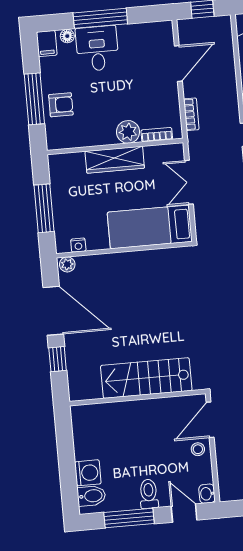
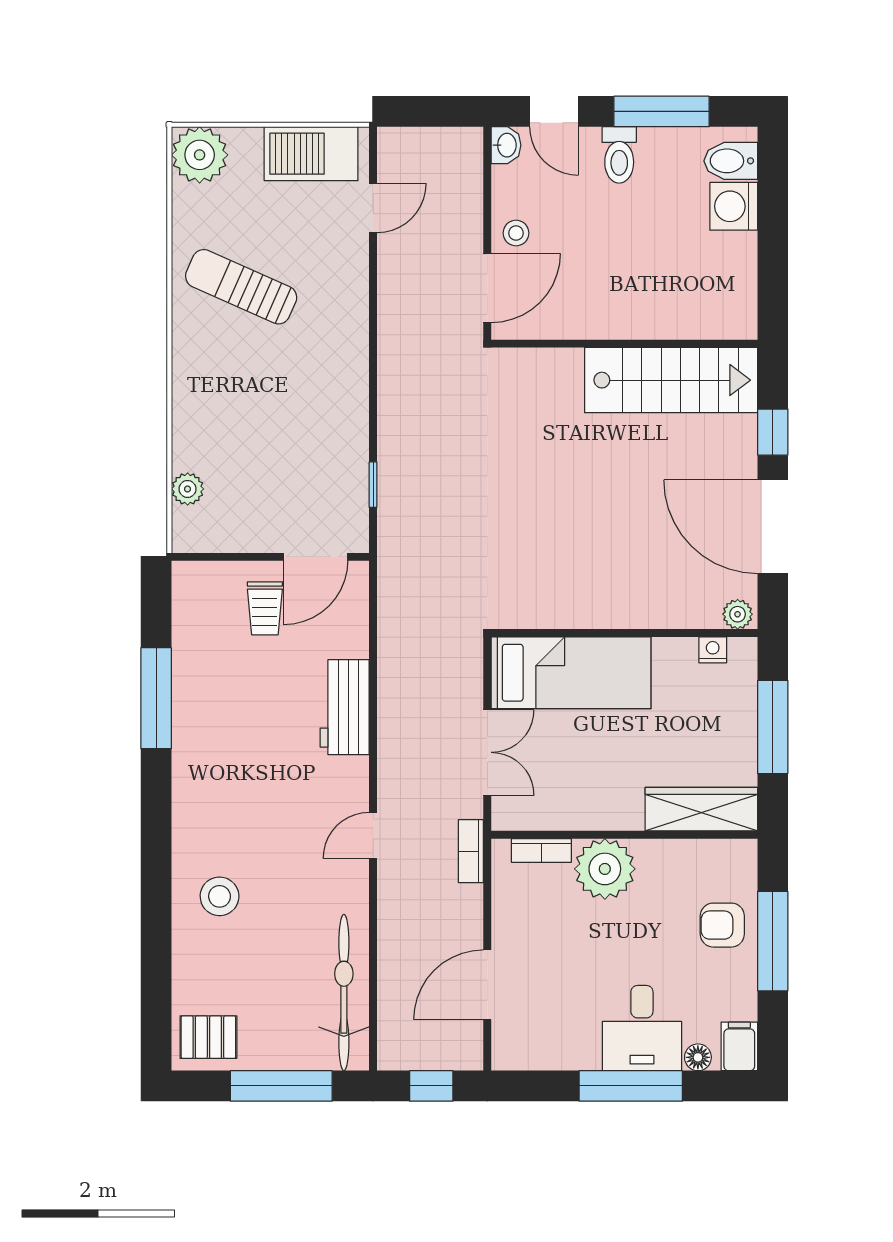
bookcase: (191, 114) -> (471, 851), moved
plant: (128, 132) -> (605, 869), width x1.36, depth x1.36
wardrobe: (115, 160) -> (701, 809), moved
stairs: (146, 378) -> (671, 380), moved

